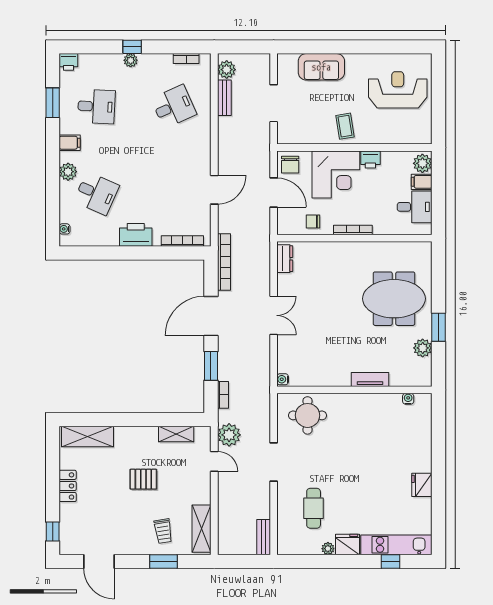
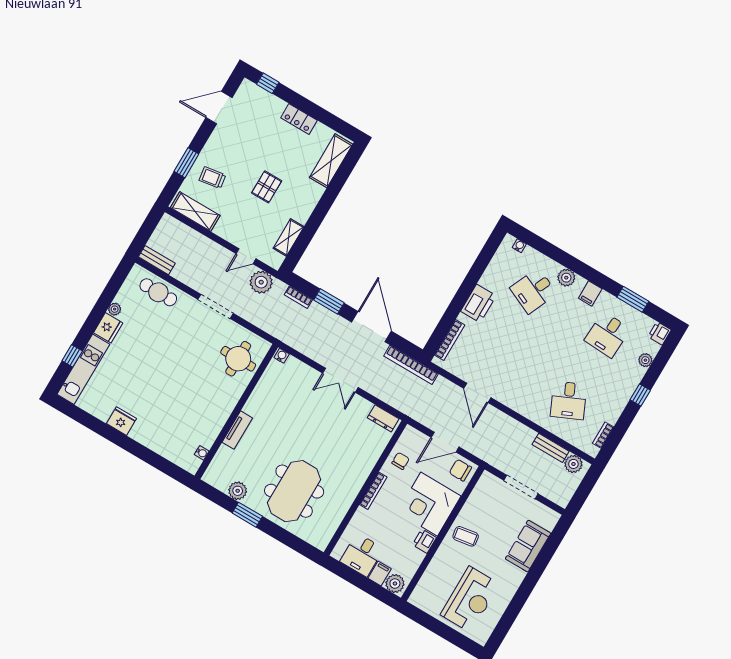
plant: (131, 60) -> (645, 360), moved
cafe table: (314, 508) -> (158, 292), moved

